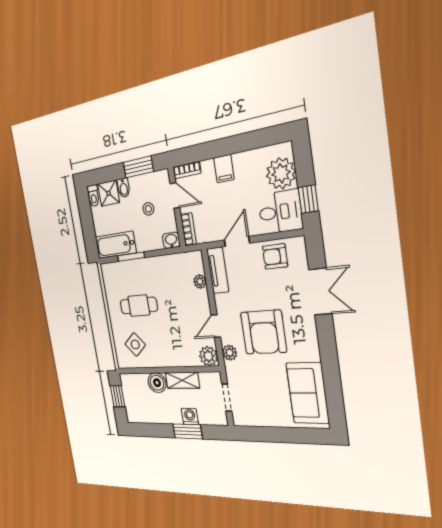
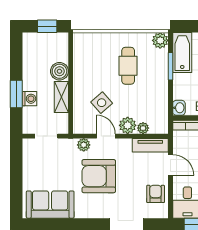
plant: (109, 272) -> (160, 40), added
side table: (135, 345) -> (102, 103), moved
plant: (208, 356) -> (128, 125), moved

